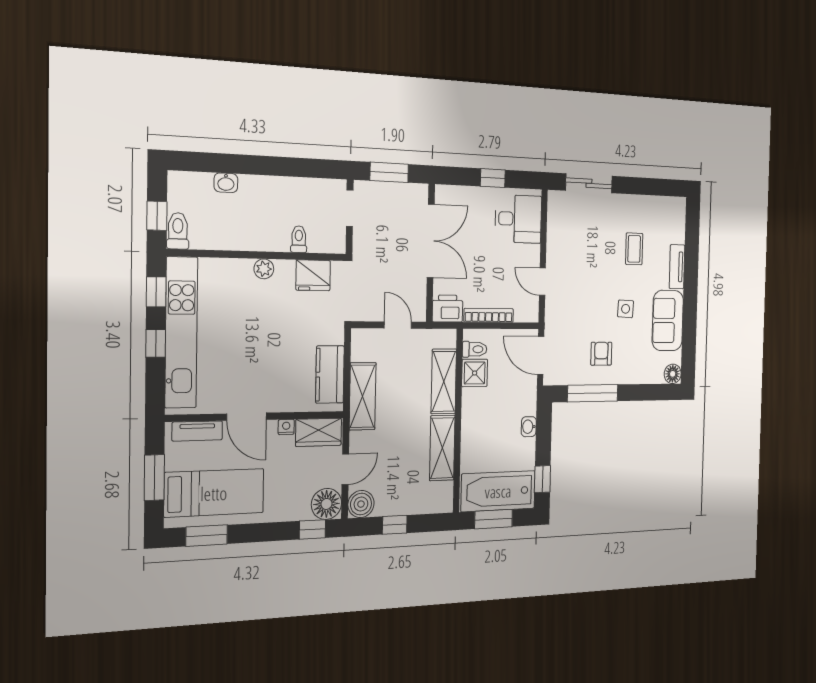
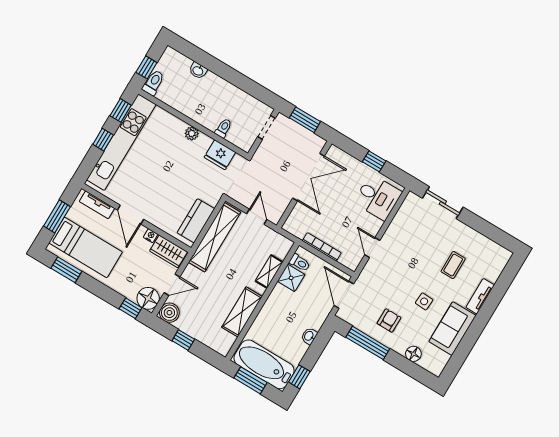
printer: (447, 309) -> (296, 226), removed
floor lamp: (673, 374) -> (413, 354), moved
shelving: (444, 381) -> (269, 272), width x0.67, depth x0.75
shelving: (363, 396) -> (215, 237), width x1.47

